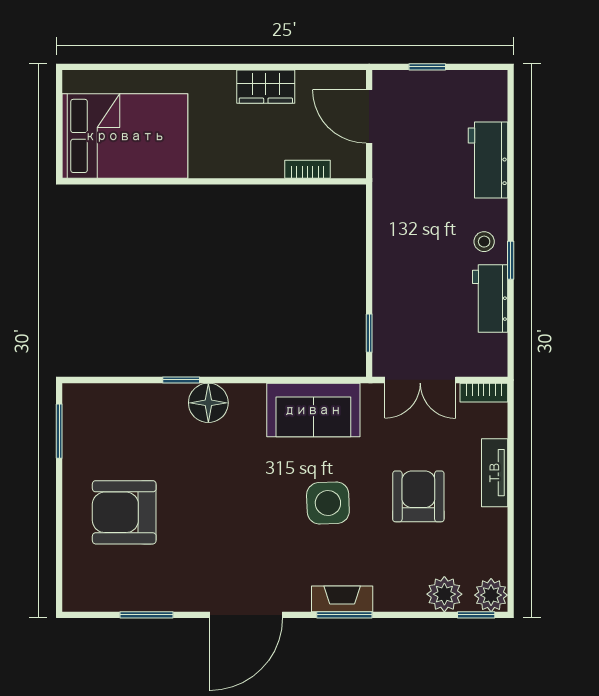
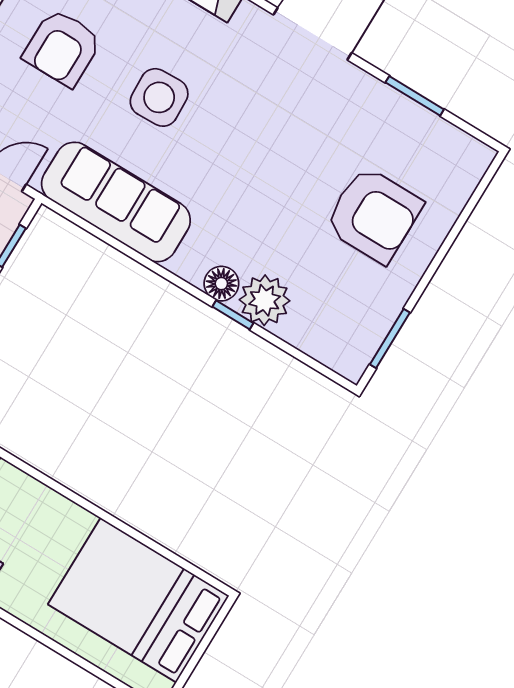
floor lamp: (208, 403) -> (221, 284), width x0.73, depth x0.73
plant: (165, 404) -> (265, 300), added
sofa: (313, 410) -> (116, 202), width x1.36

